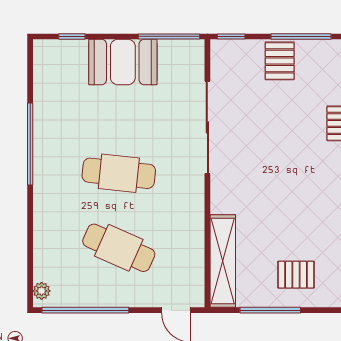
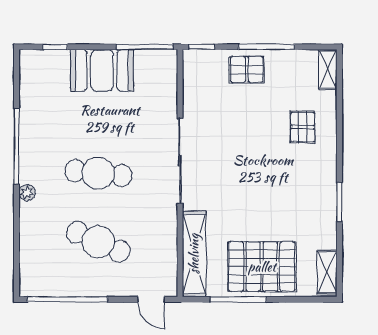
pallet: (280, 61) -> (247, 69), turned 90
sliding door: (207, 127) -> (180, 161), moved
pallet: (296, 275) -> (262, 267), width x2.05, depth x2.00
plant: (42, 291) -> (27, 193), moved

